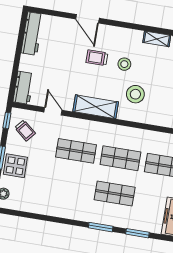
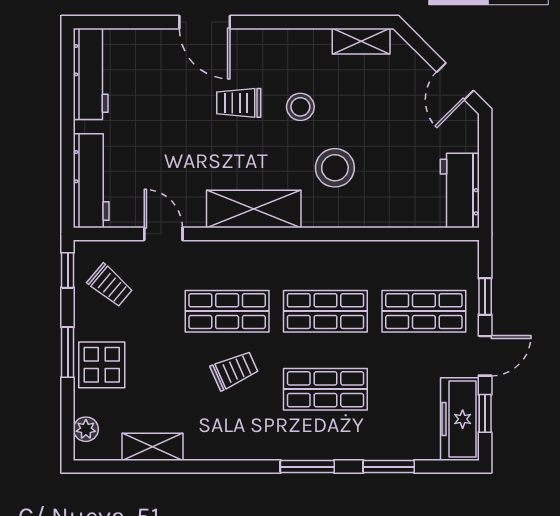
workbench: (23, 88) -> (91, 181), width x1.38
trolley: (75, 178) -> (234, 370), added
shelving: (32, 207) -> (153, 447), added

